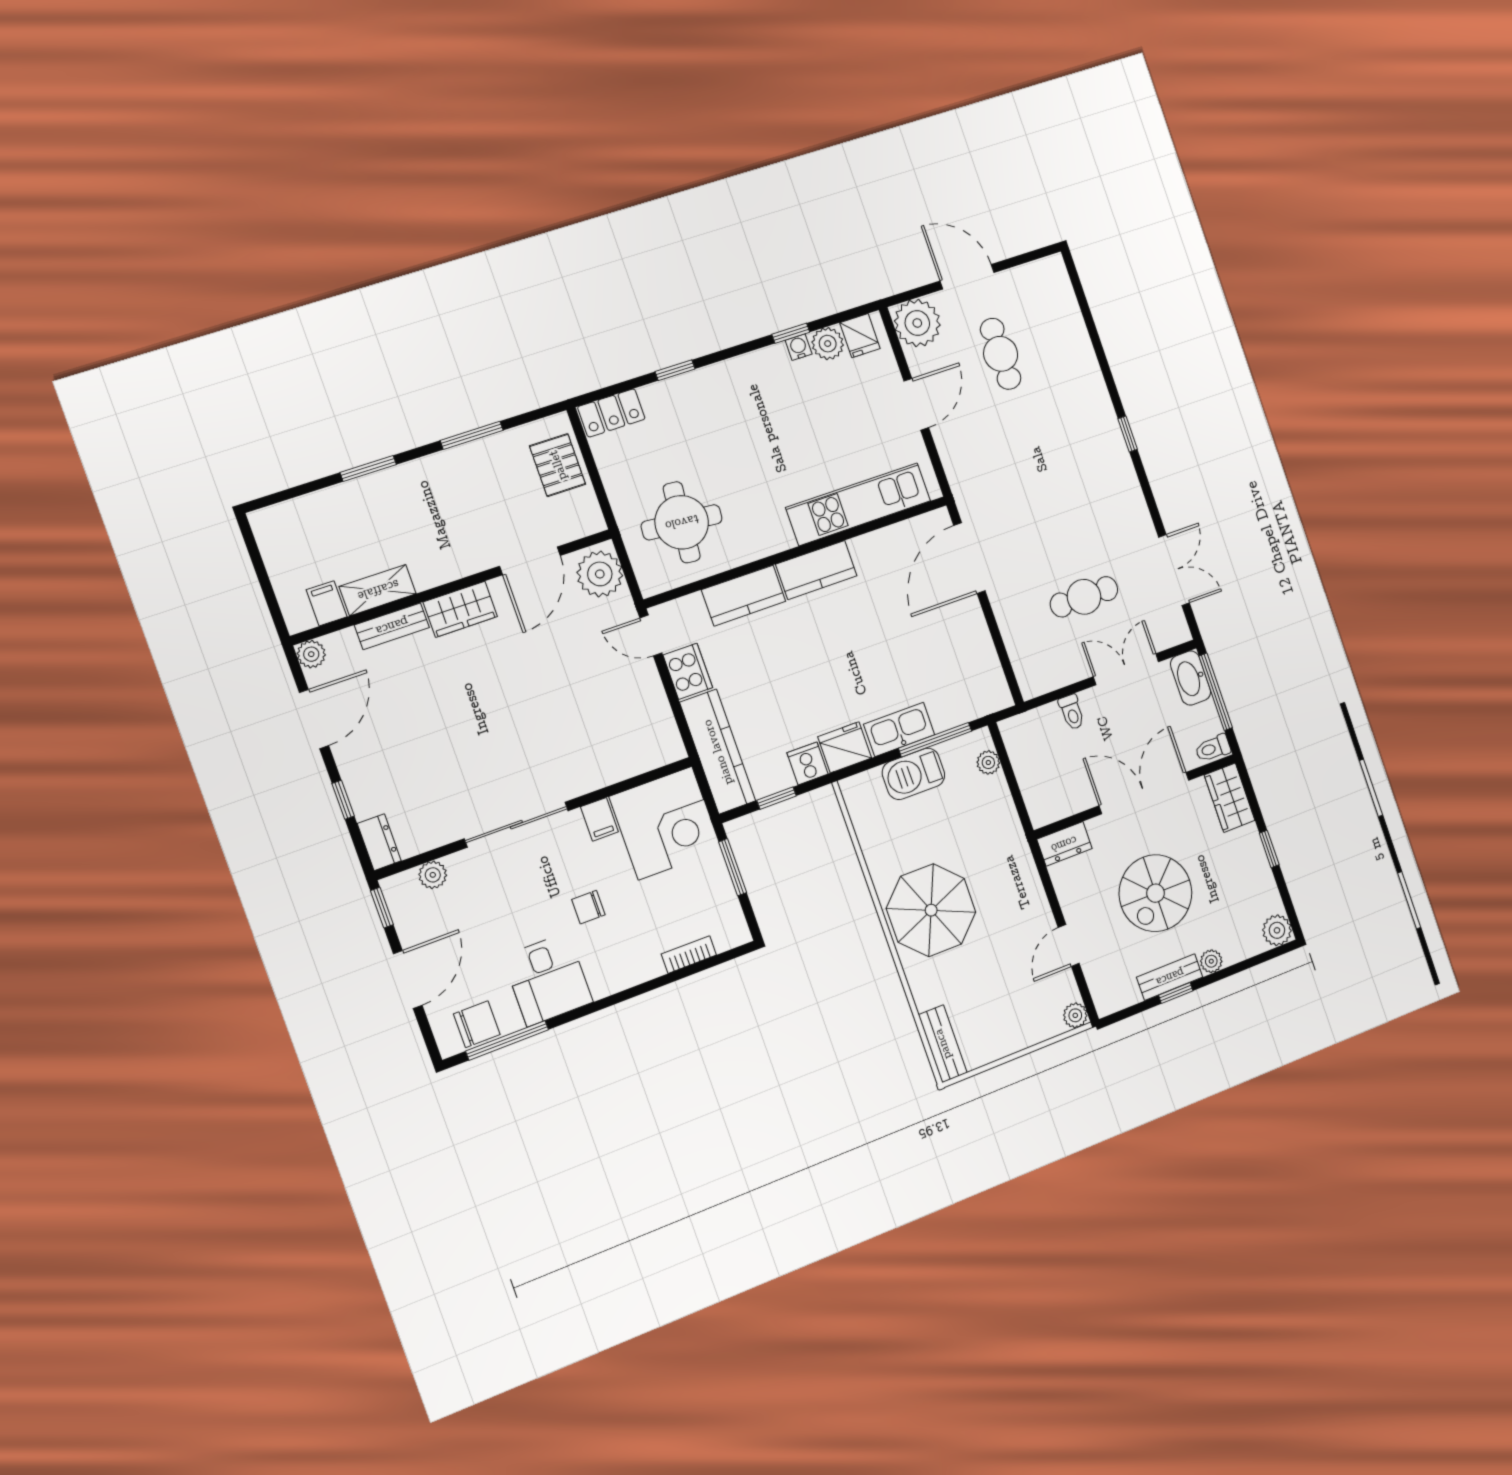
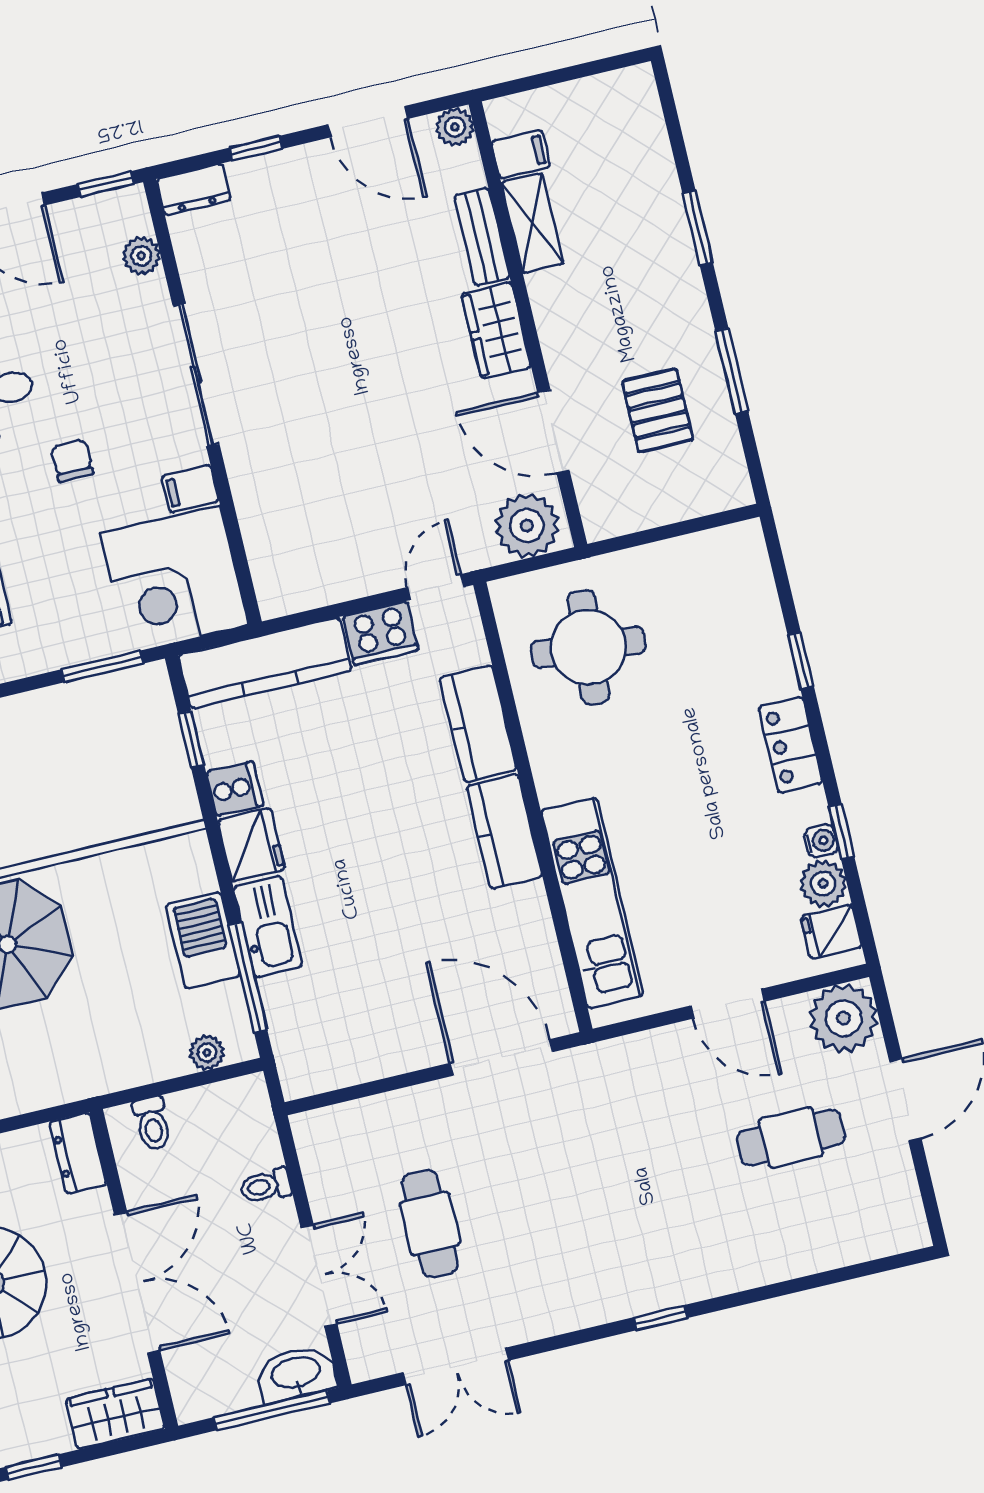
locker: (611, 413) -> (791, 745), moved
pallet: (558, 465) -> (658, 410), moved, turned 90
toilet: (1213, 748) -> (152, 1124), moved, turned 180

